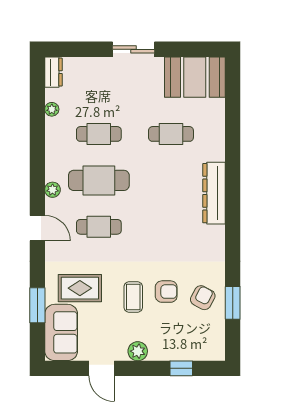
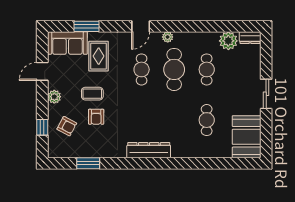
plant: (52, 109) -> (228, 41), width x1.87, depth x1.87
dresser: (214, 193) -> (149, 150), moved
armchair: (203, 298) -> (67, 126), moved

